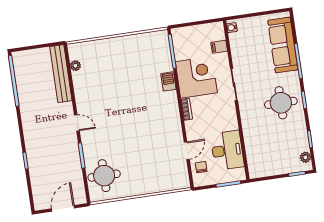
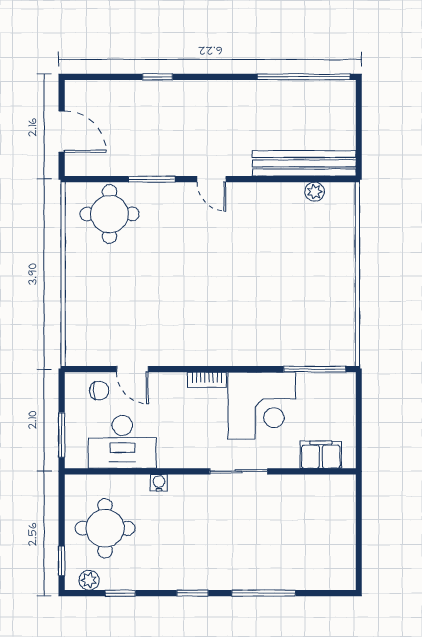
water cooler: (232, 28) -> (159, 483), moved
sofa: (283, 45) -> (297, 570), removed
filing cabinet: (219, 47) -> (321, 455), width x2.00
barbecue: (168, 81) -> (262, 355), removed
round table: (281, 103) -> (105, 528), moved
door: (77, 123) -> (211, 179), hinge flipped

